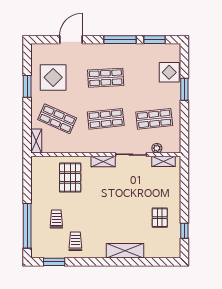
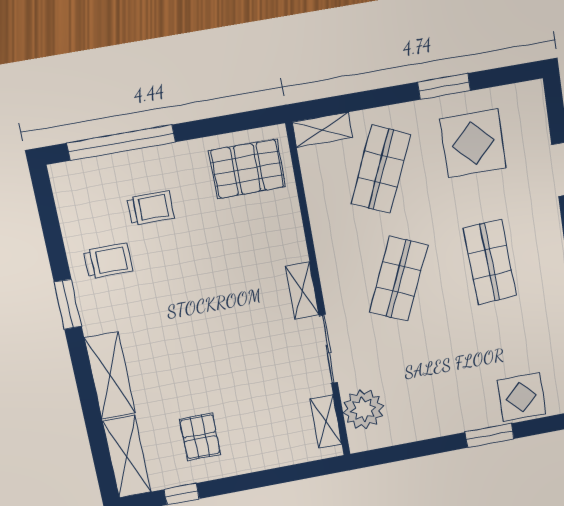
shop shelf: (106, 119) -> (399, 279), turned 30
shop shelf: (154, 119) -> (416, 384), removed
plant: (157, 148) -> (363, 409), width x1.88, depth x1.88
pallet: (70, 178) -> (247, 169), moved
pallet: (160, 218) -> (200, 437), turned 90
shelving: (163, 251) -> (127, 457), added
window: (54, 262) -> (68, 304), moved

